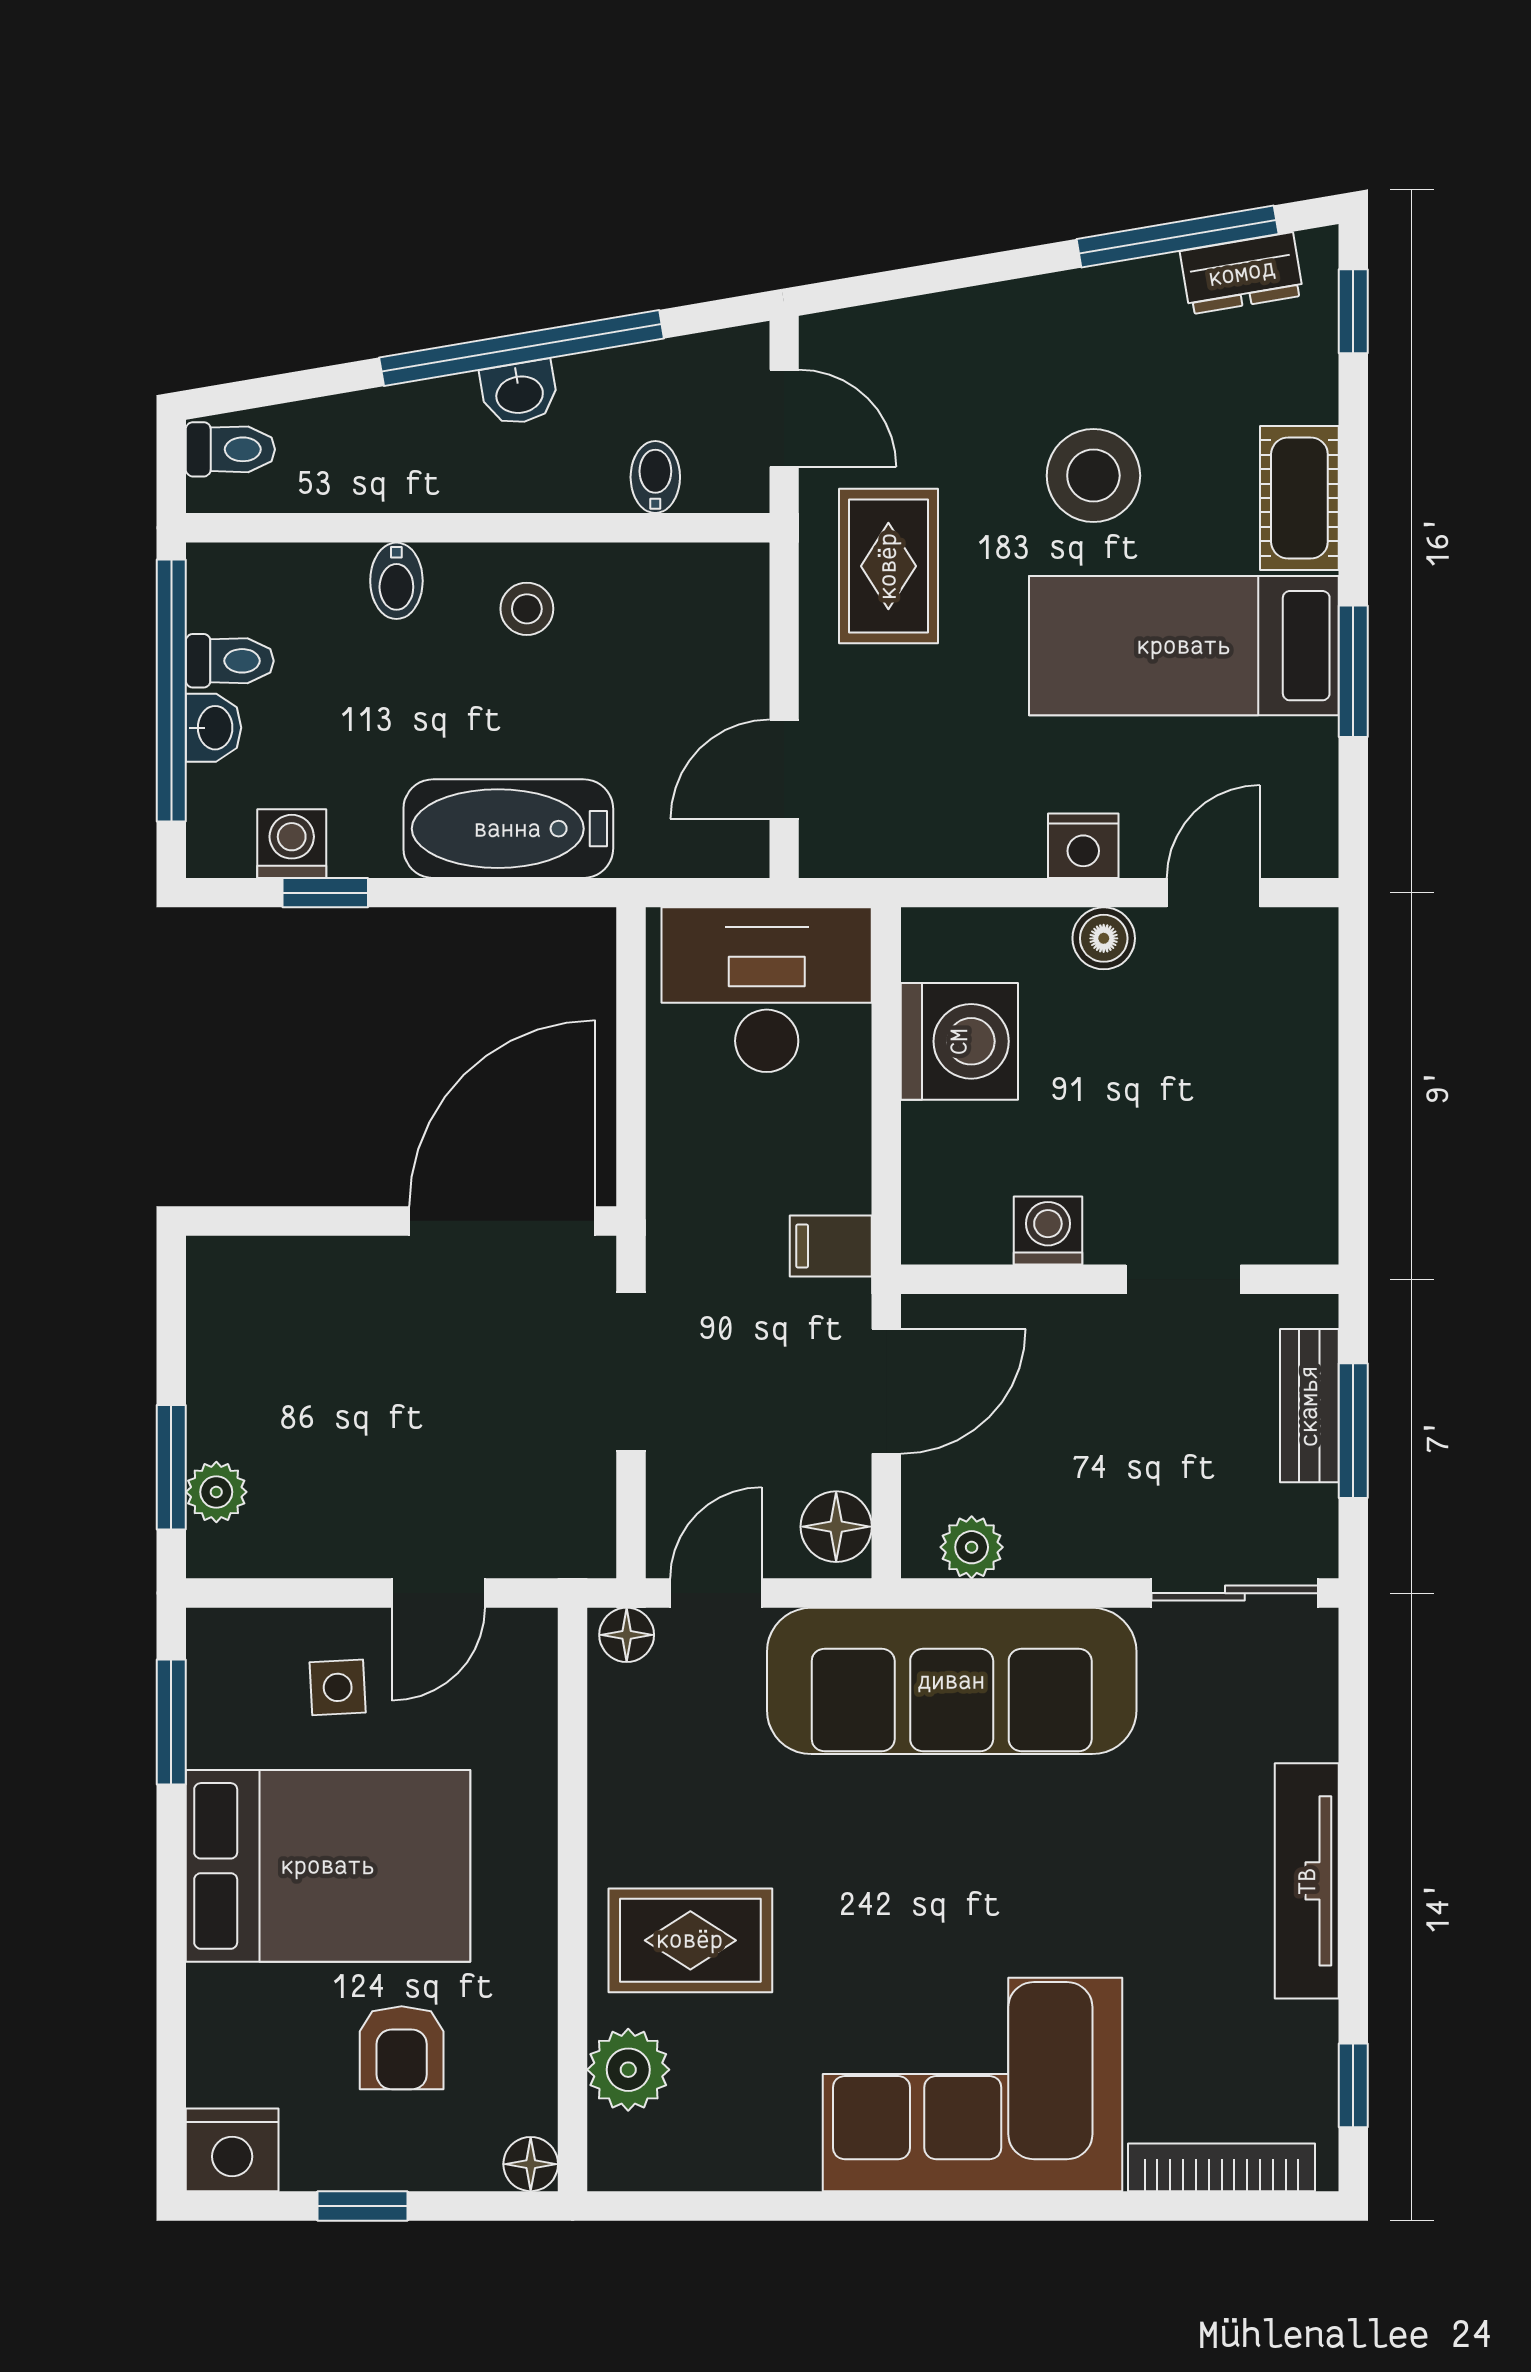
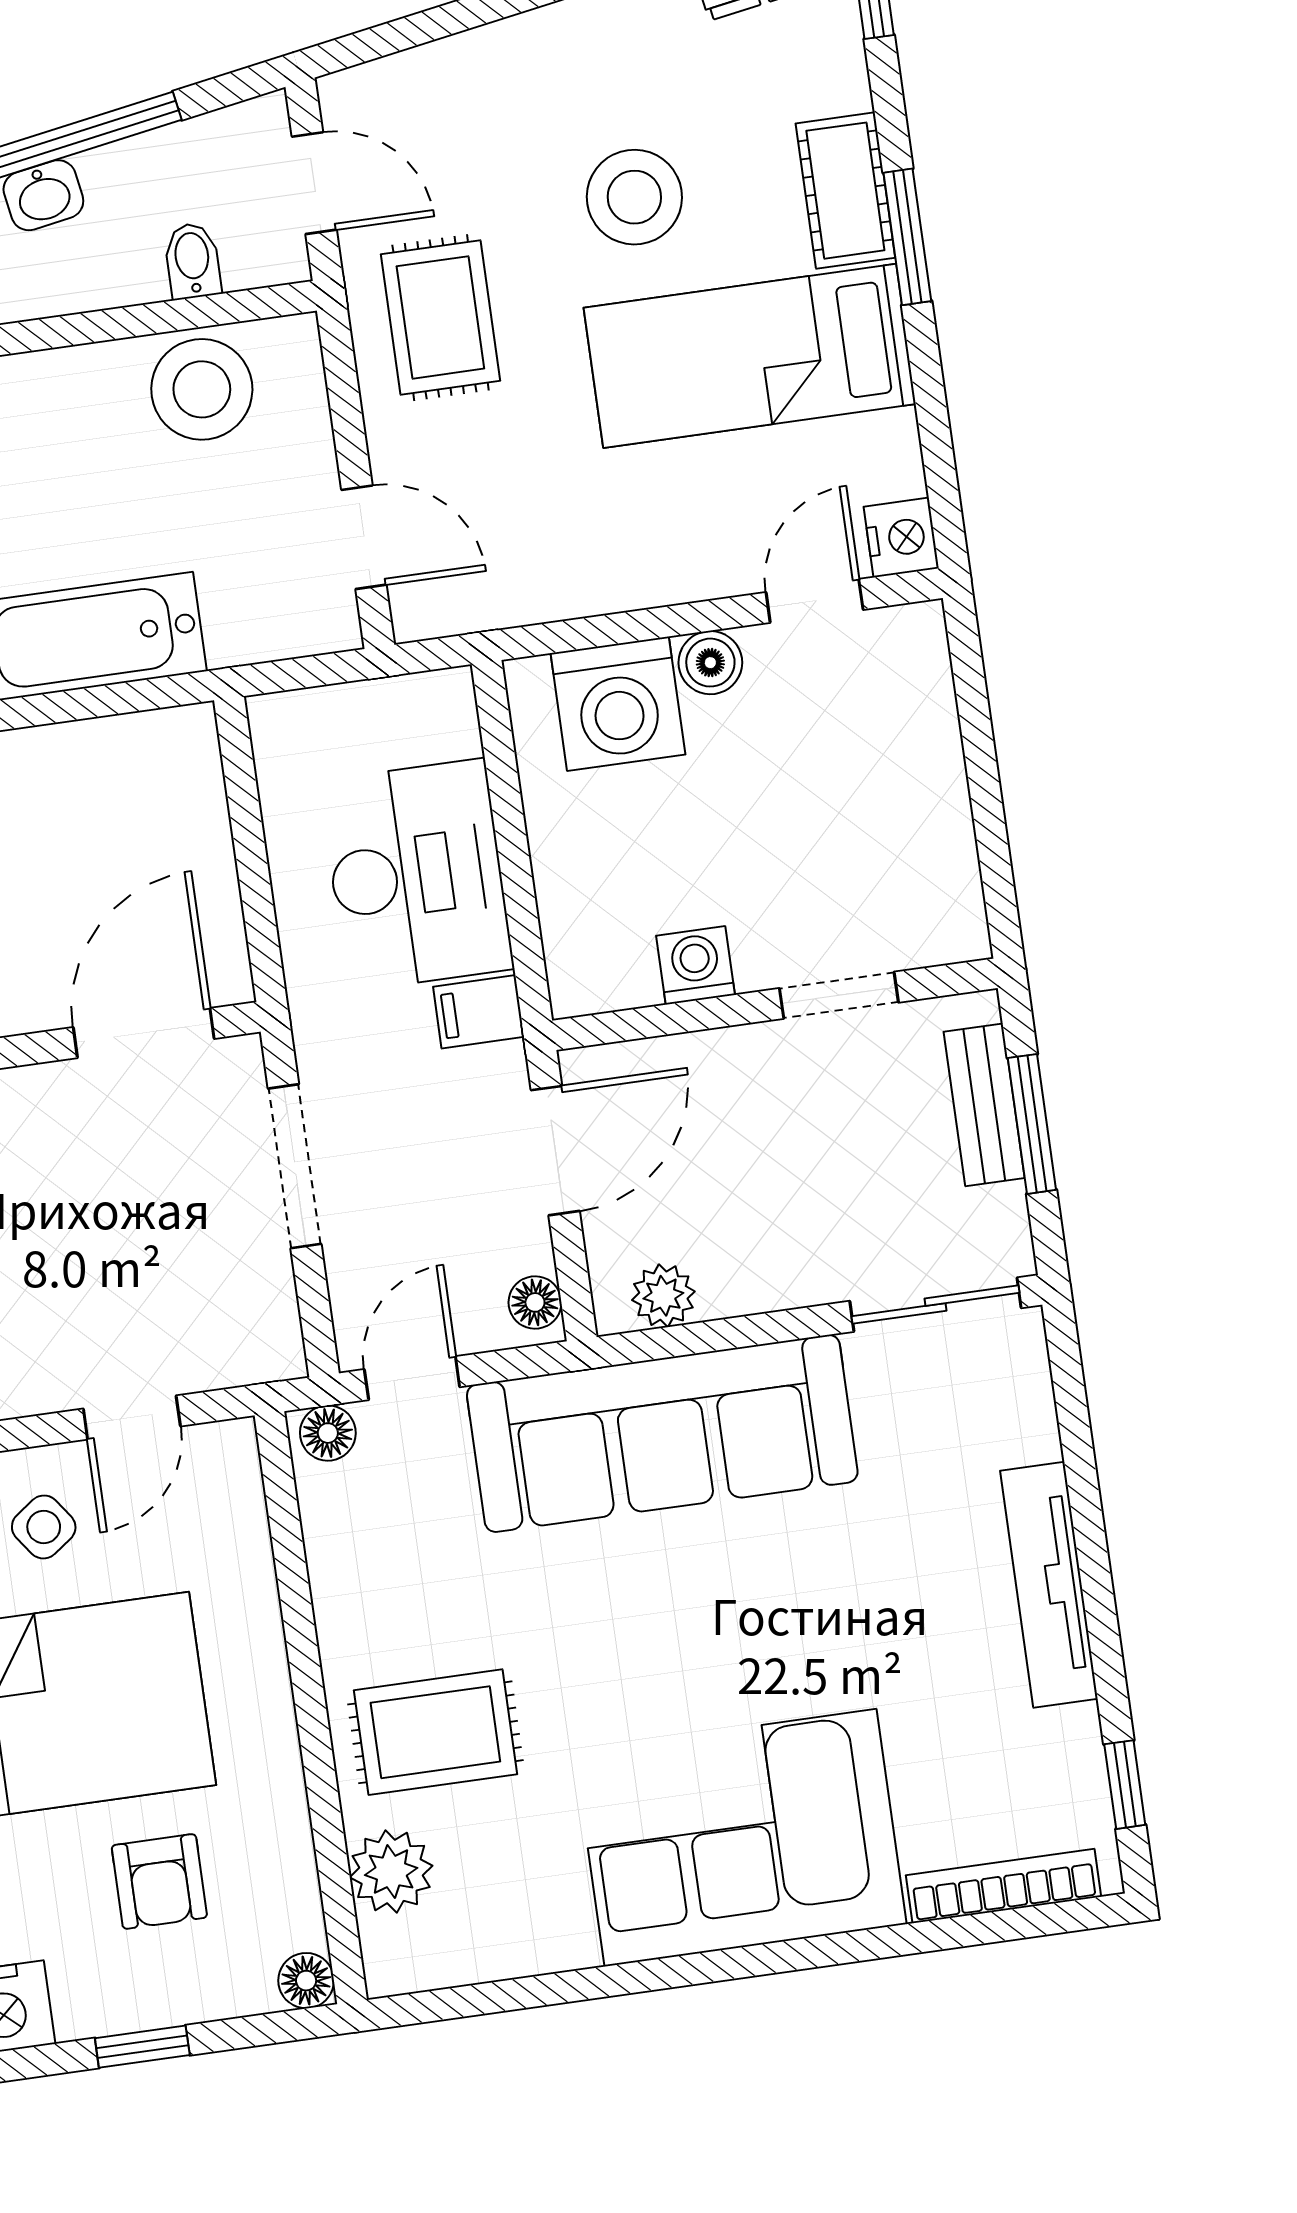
stool: (527, 609) -> (202, 389), moved, width x1.89, depth x1.89
window: (1353, 671) -> (907, 237), moved
door: (784, 769) -> (364, 537), swing flipped
nightstand: (1083, 846) -> (901, 538), moved, turned -90
desk: (767, 990) -> (417, 875), moved, turned 90
washing machine: (959, 1041) -> (618, 704), moved, turned 90
door: (502, 1221) -> (144, 1033), width x0.73
floor lamp: (836, 1527) -> (535, 1302), width x0.73, depth x0.73
side table: (338, 1687) -> (44, 1527), turned -33

